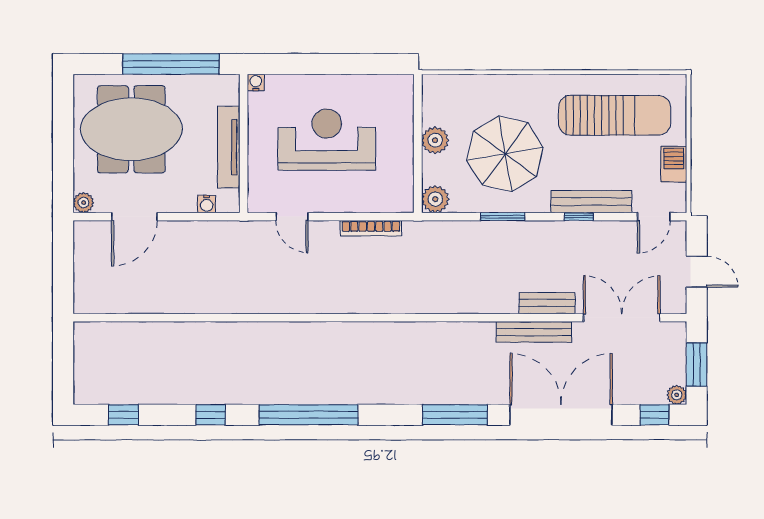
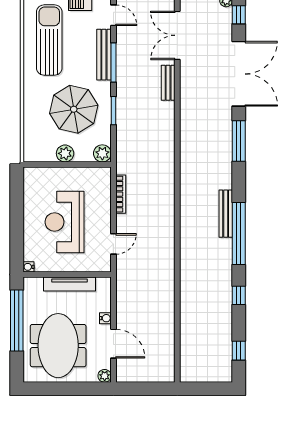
water cooler: (207, 204) -> (105, 318), moved
window: (579, 217) -> (113, 63), width x2.17
bench: (534, 332) -> (226, 214), moved
double door: (561, 415) -> (239, 74), swing flipped

